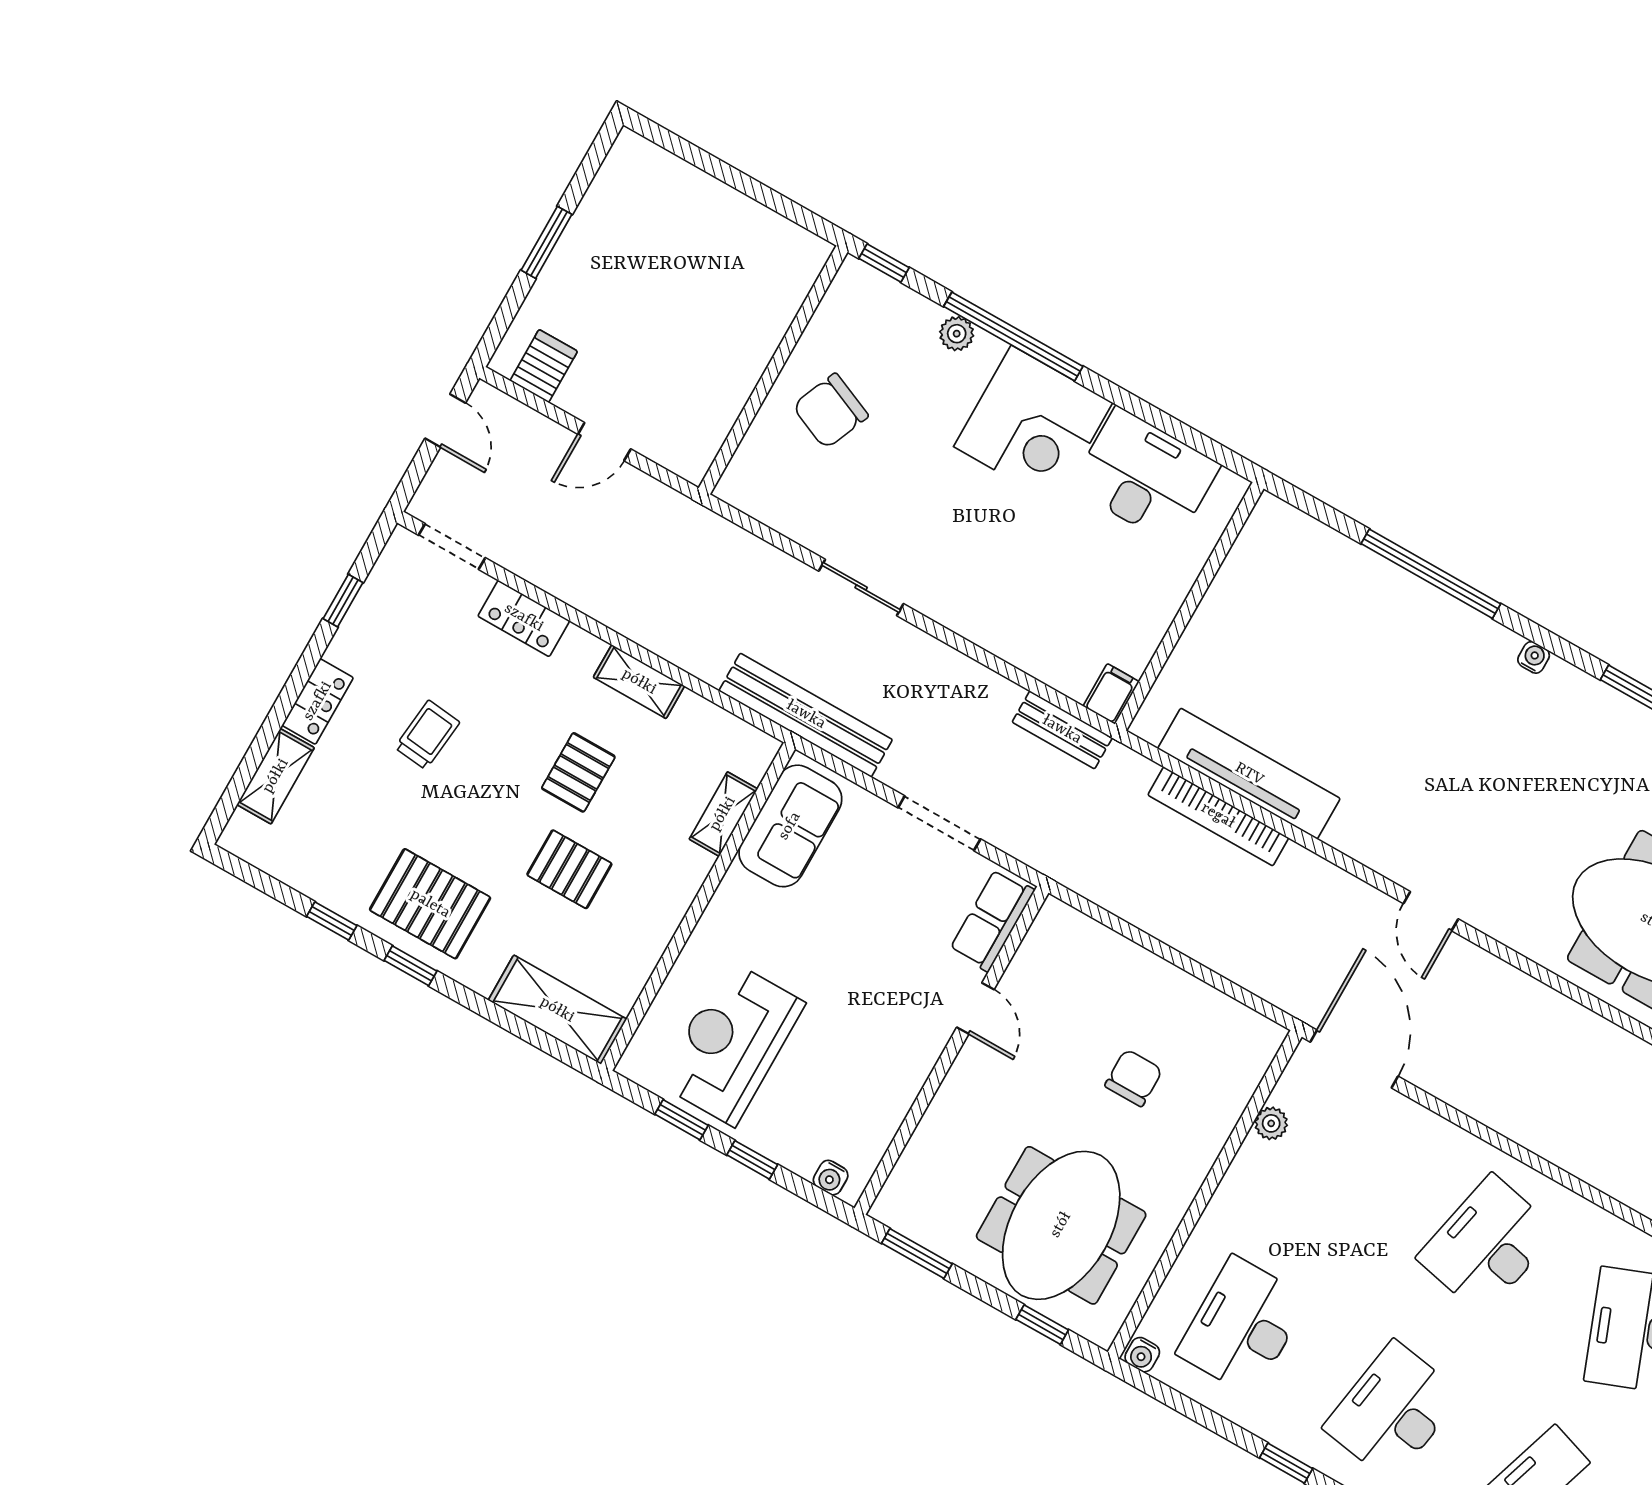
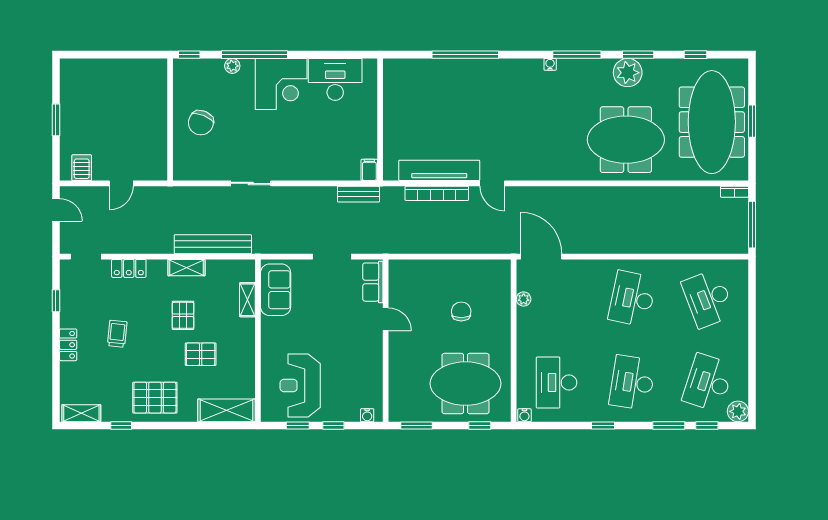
water cooler: (1534, 657) -> (550, 64), moved
bench: (806, 715) -> (213, 244), moved
shelving: (276, 776) -> (81, 413), moved, turned 90
door: (1431, 911) -> (492, 183), moved
window: (411, 966) -> (161, 426), removed
meeting table: (1061, 1225) -> (466, 384), turned 90

